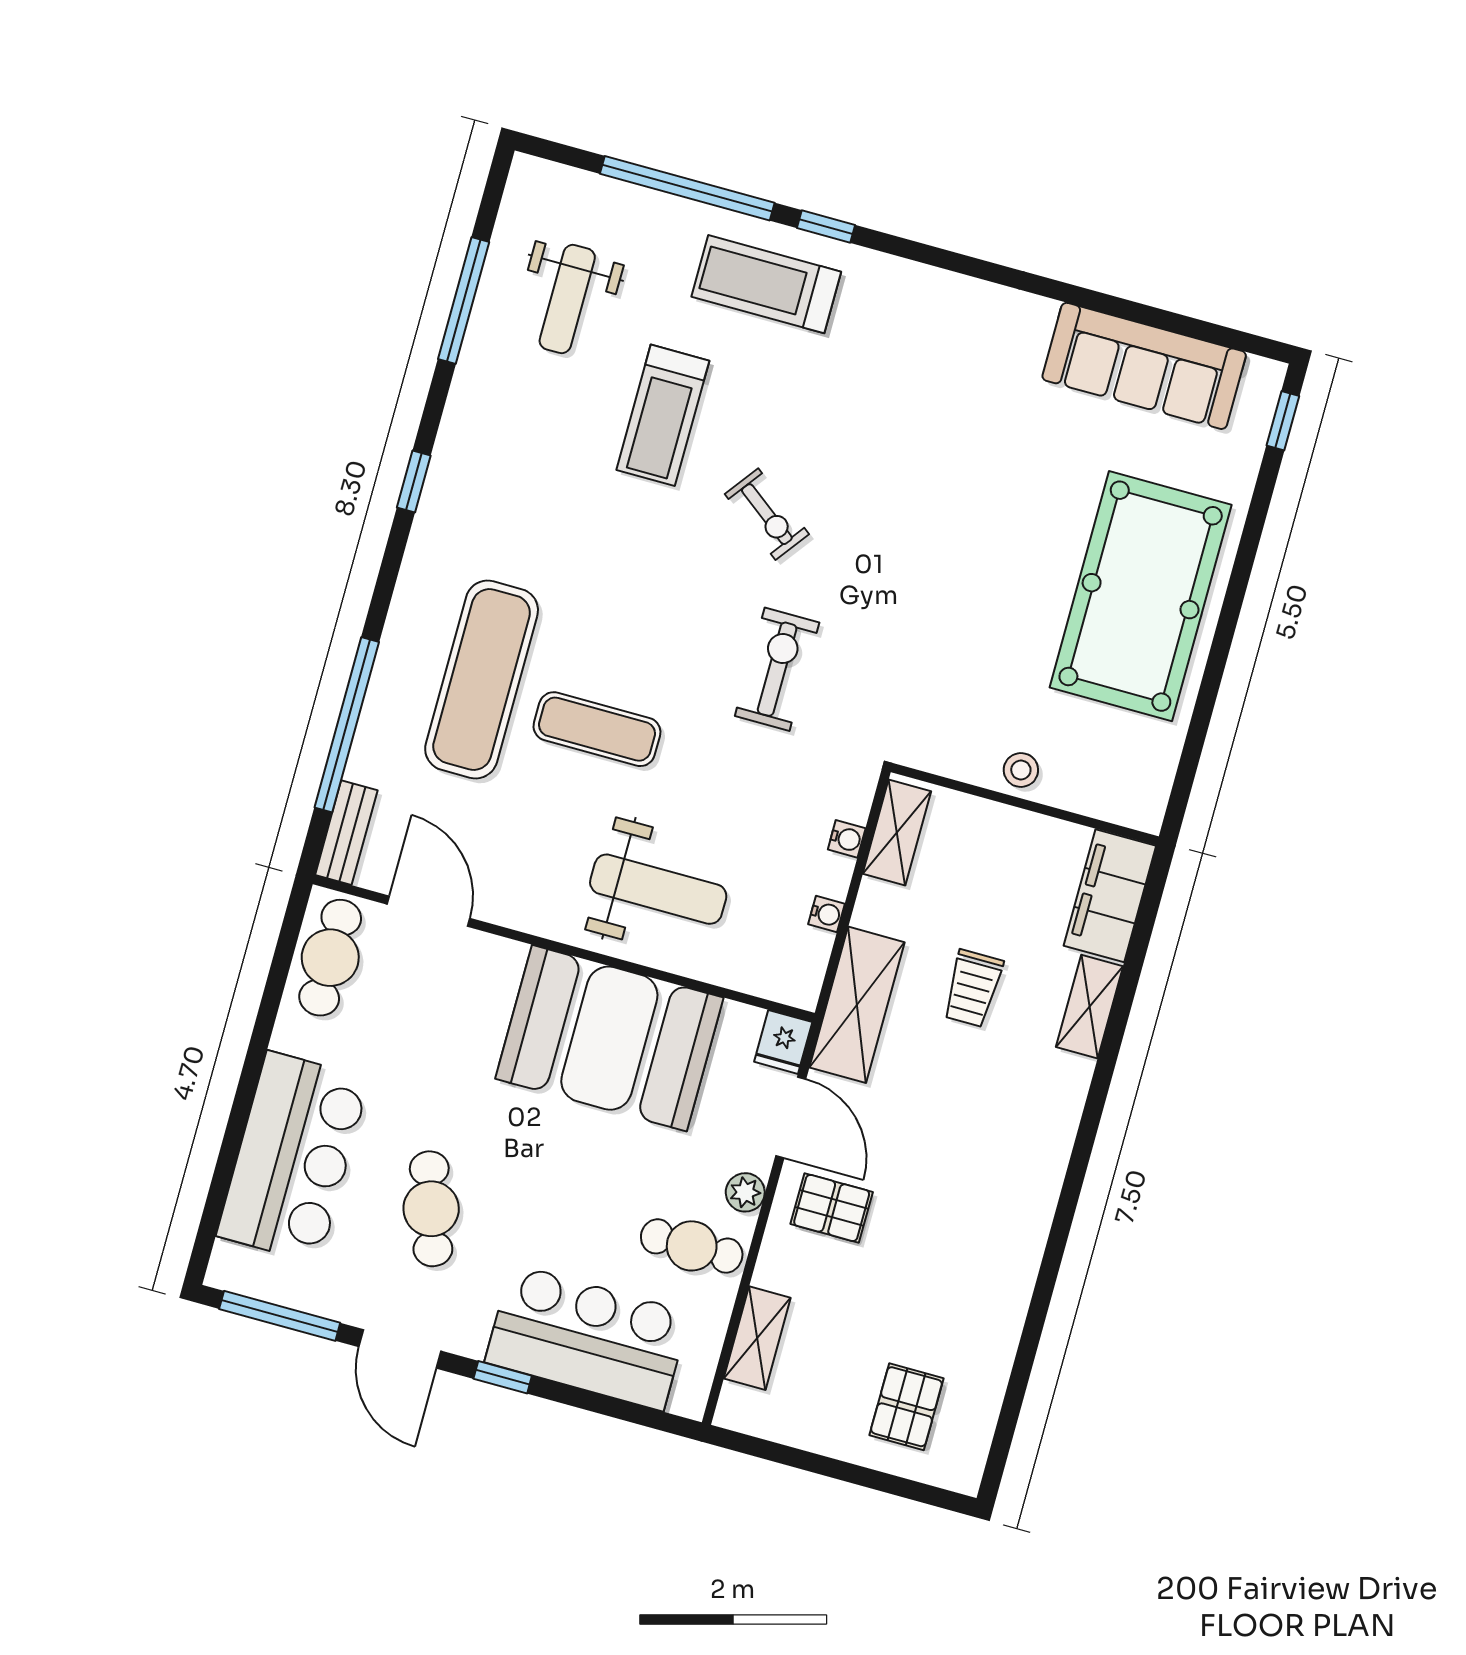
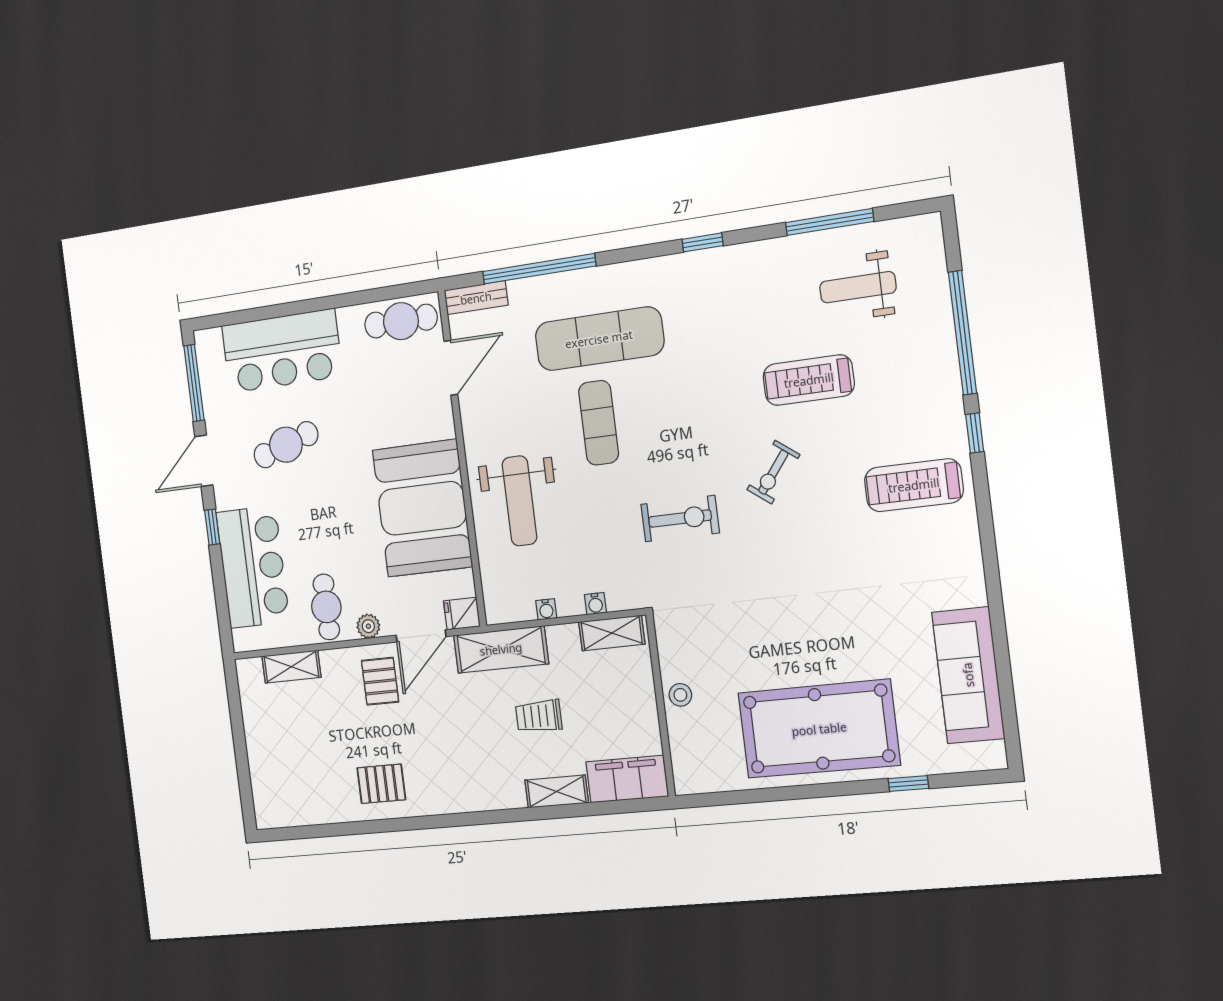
treadmill: (766, 284) -> (914, 485), moved, turned -90
window: (1283, 421) -> (908, 784), moved
pallet: (906, 1407) -> (381, 784), moved

